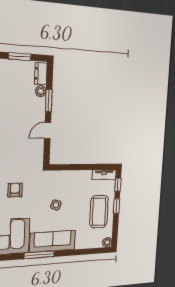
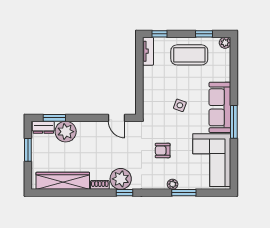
plant: (41, 91) -> (66, 132), width x1.87, depth x1.87
window: (49, 101) -> (54, 118), moved
door: (48, 130) -> (116, 118), moved
window: (117, 206) -> (204, 34), moved

